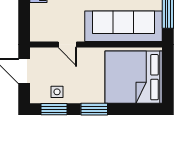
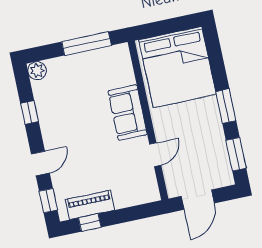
sofa: (124, 26) -> (128, 113), width x0.54, depth x0.79
side table: (57, 92) -> (215, 155), removed

